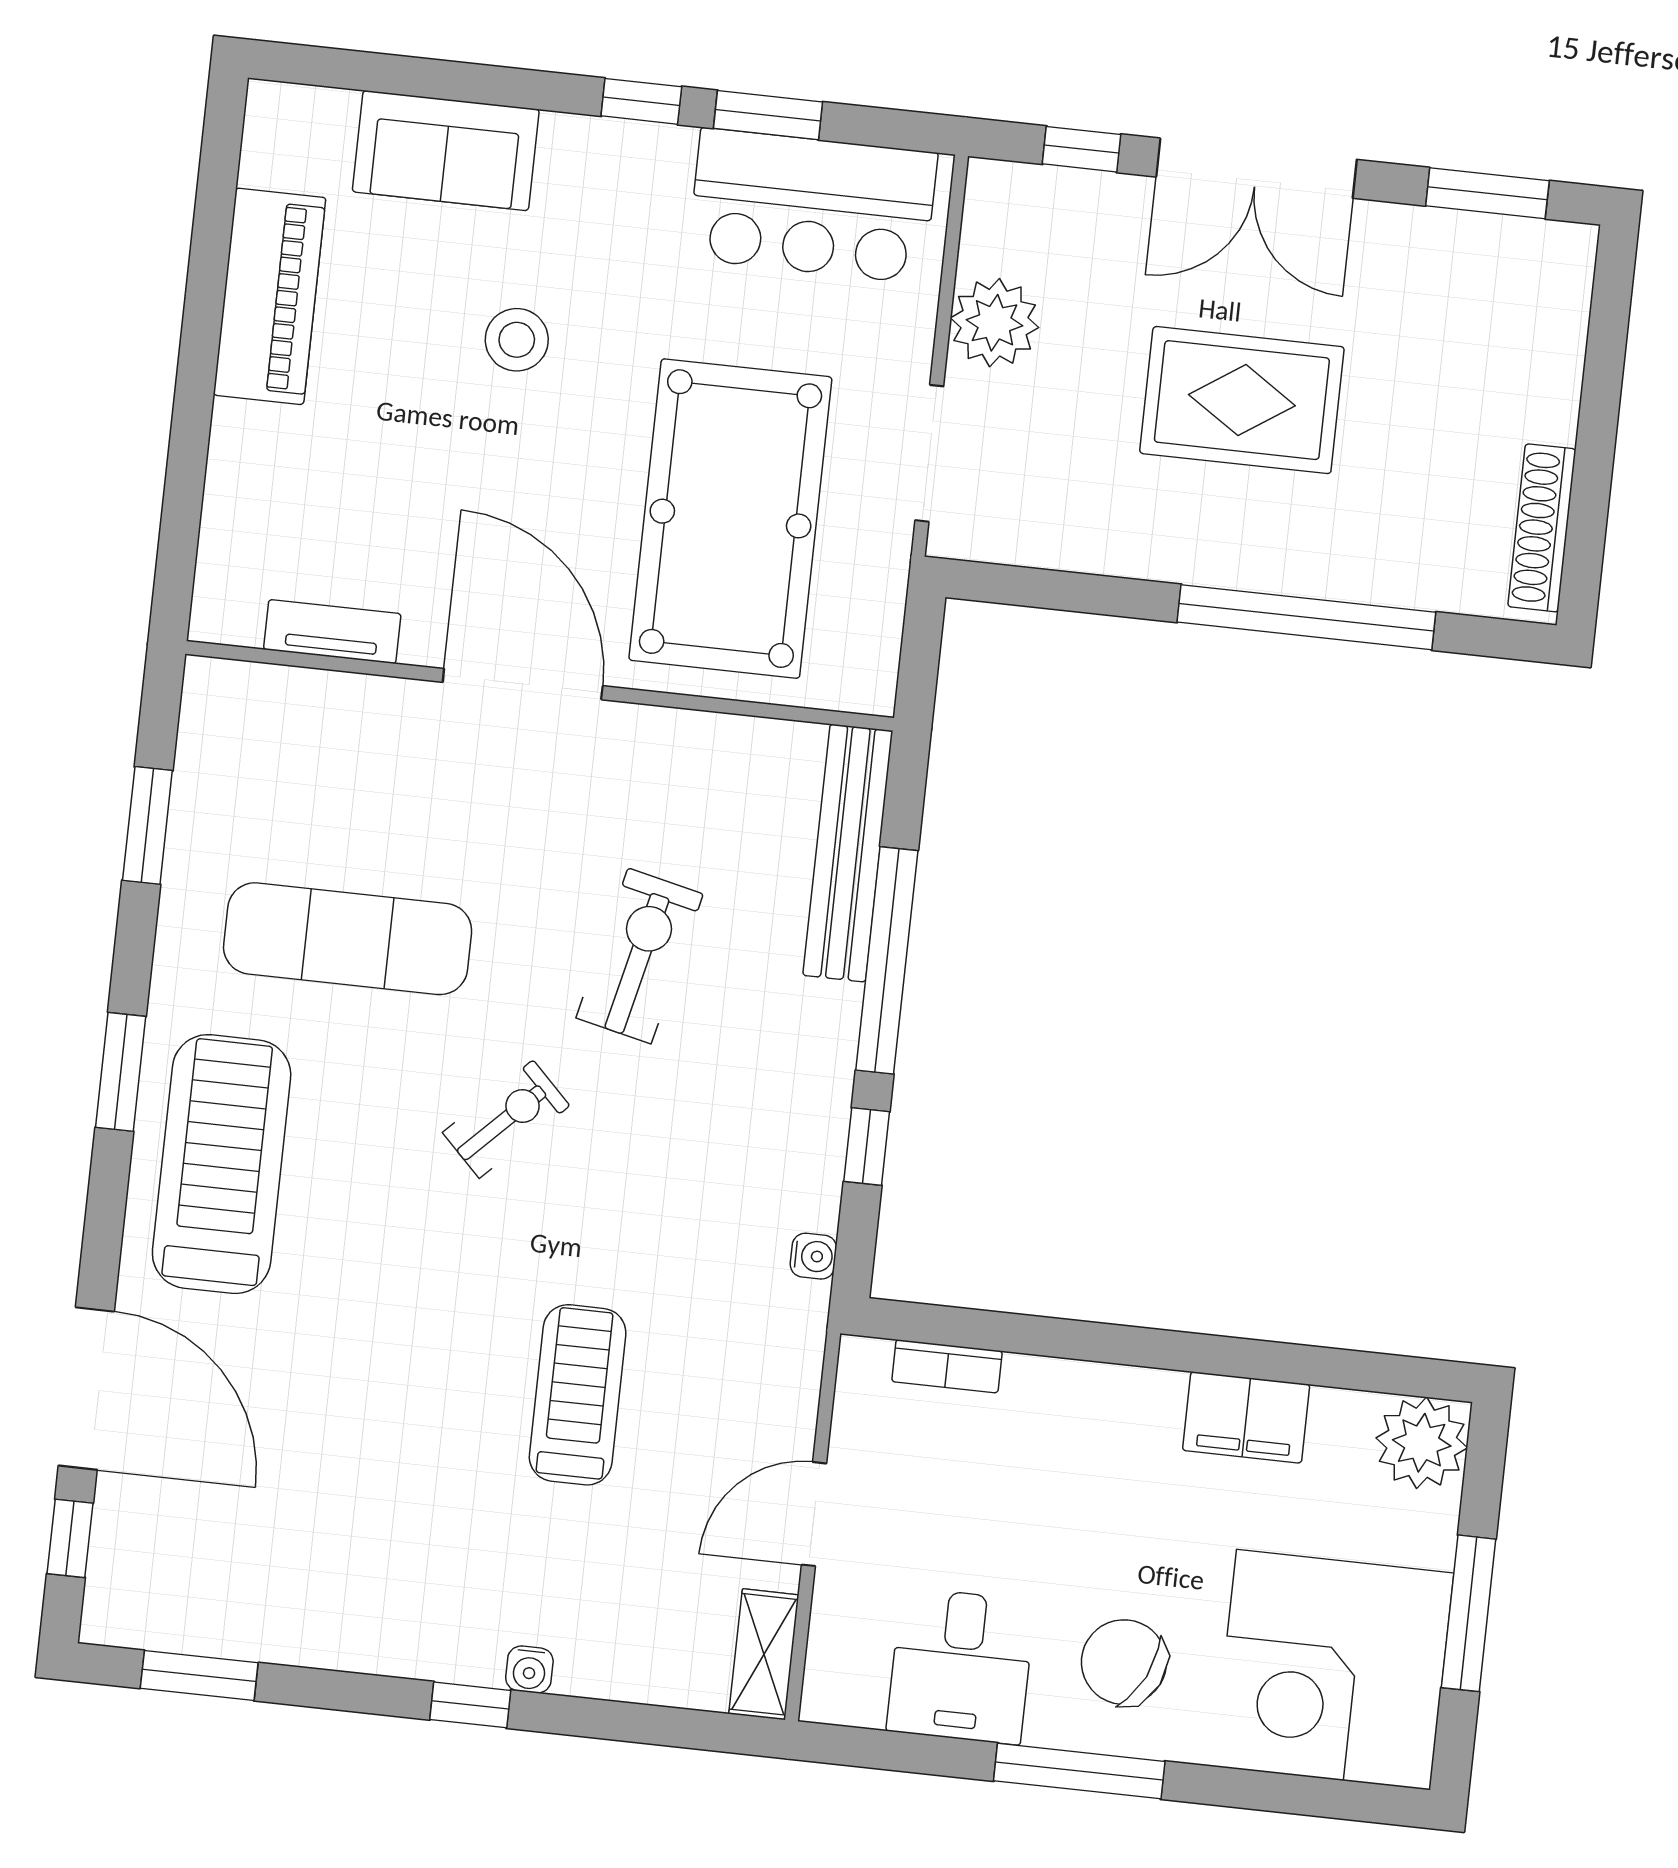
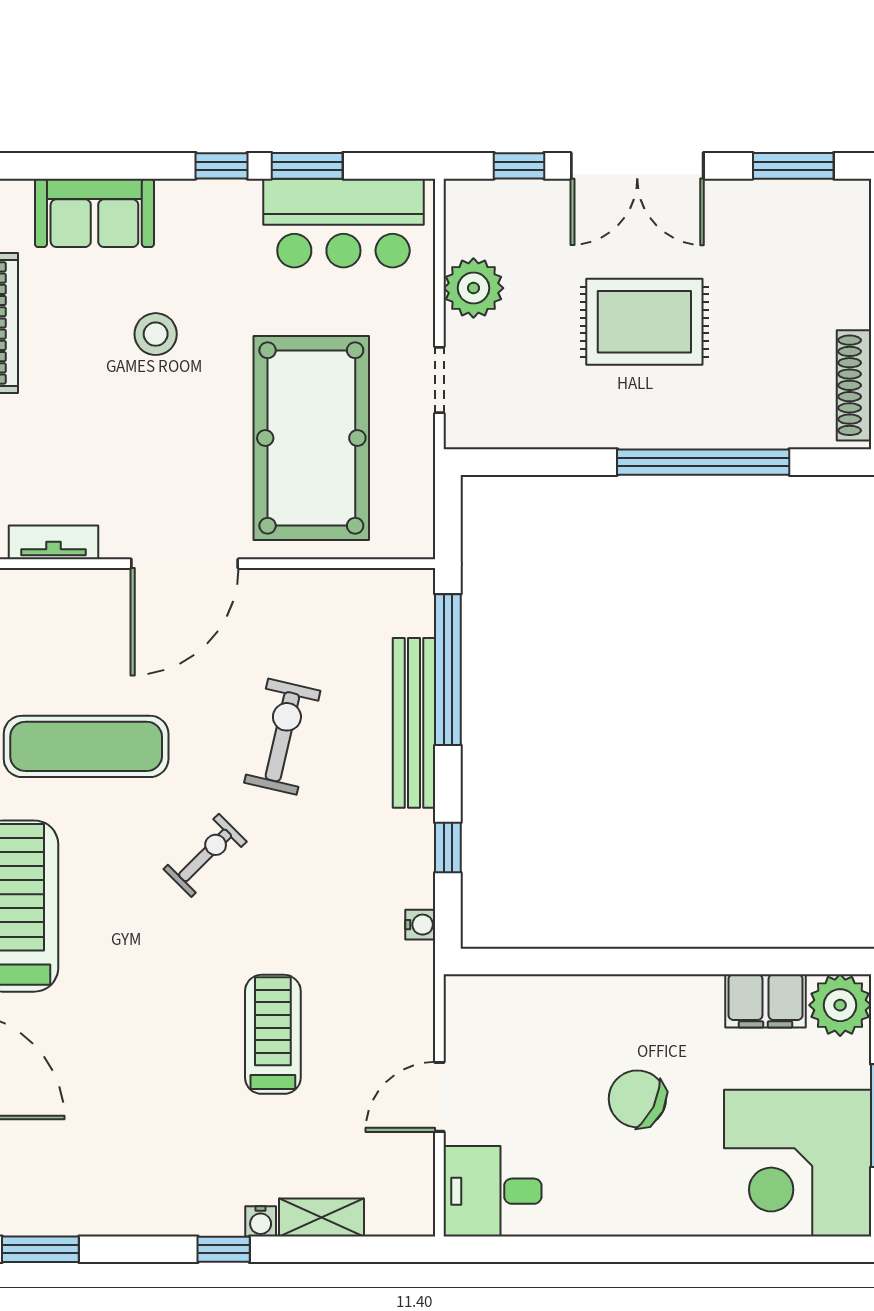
doorway: (929, 453) -> (439, 380), width x0.73
door: (523, 684) -> (185, 564), swing flipped
bench: (848, 853) -> (414, 723), moved
window: (887, 960) -> (448, 670), moved
bookcase: (947, 1366) -> (517, 988), removed
filing cabinet: (1246, 1417) -> (766, 1001), moved
shelving: (764, 1654) -> (322, 1217), moved, turned 90
chair: (1124, 1662) -> (637, 1099), moved
desk: (961, 1666) -> (493, 1191), moved, turned 90
window: (1079, 1771) -> (635, 1249), removed

